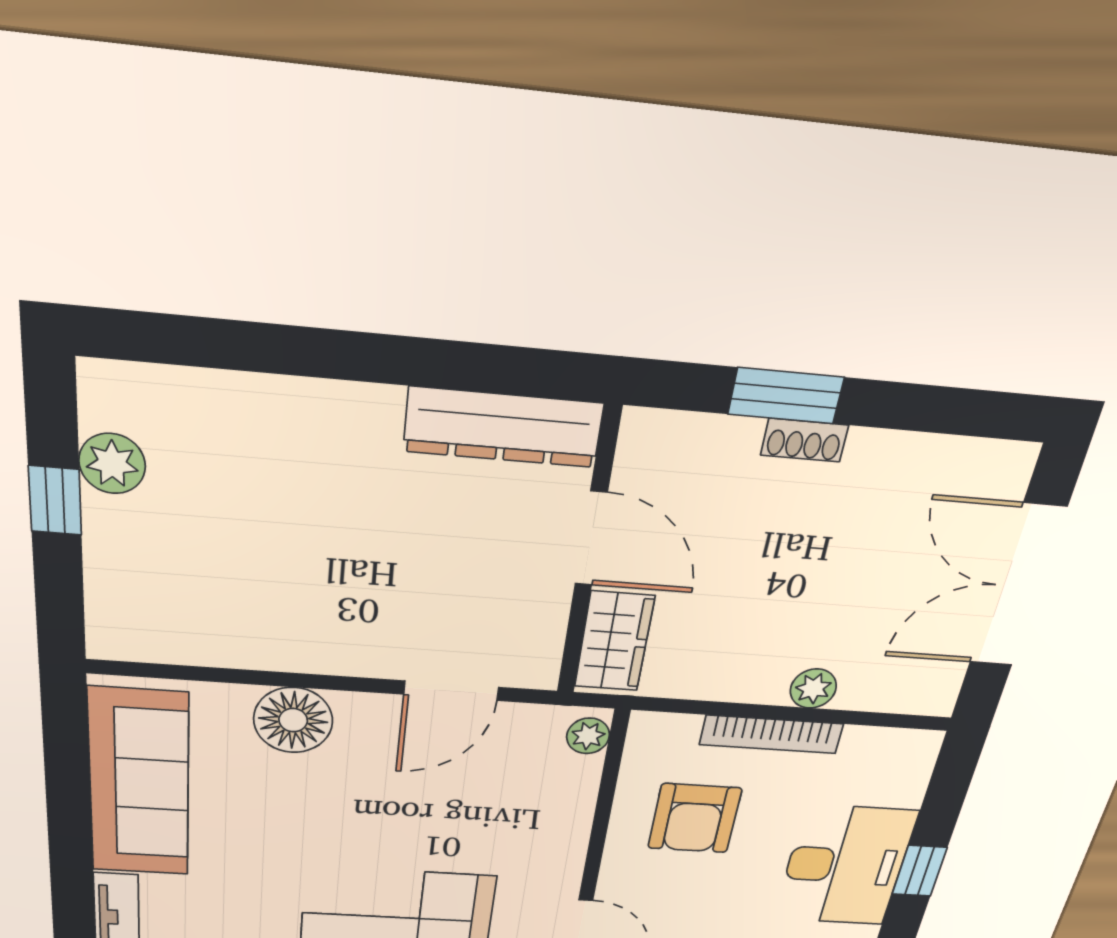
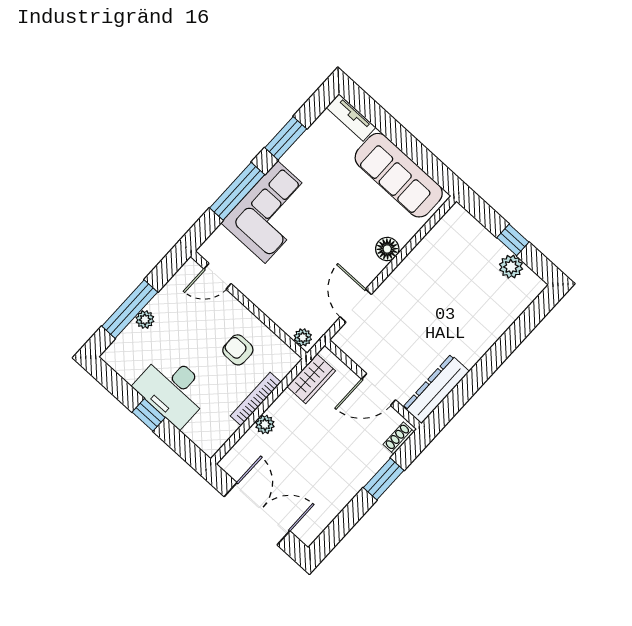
shoe rack: (804, 440) -> (399, 438), moved
wardrobe: (614, 641) -> (311, 379), moved, turned -90
floor lamp: (293, 720) -> (387, 249), width x0.73, depth x0.73
armchair: (695, 818) -> (238, 350), width x0.72, depth x0.72

